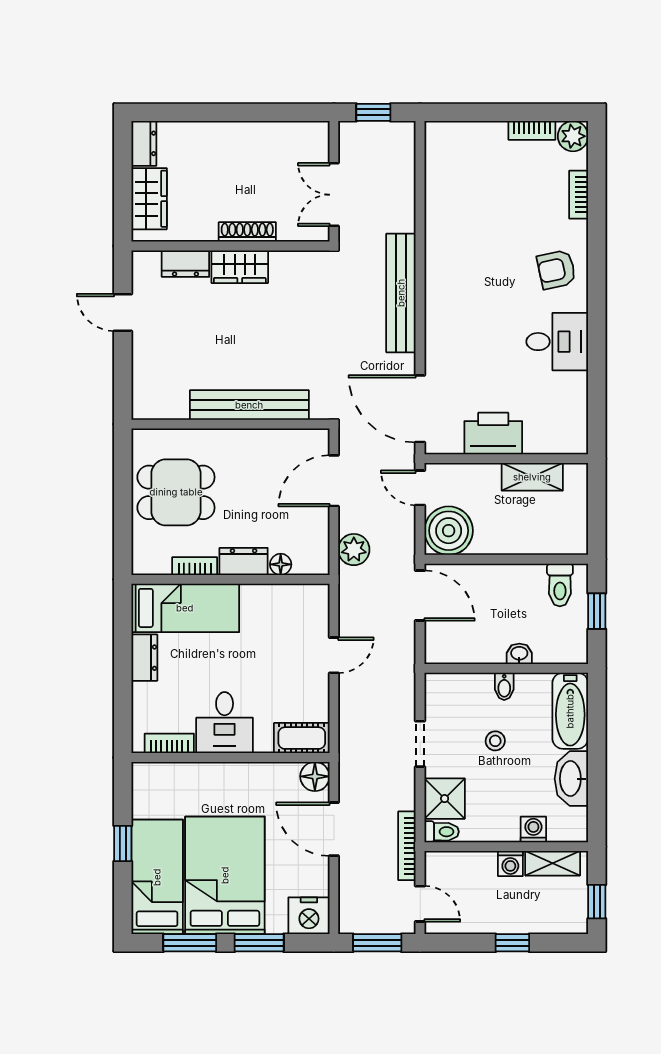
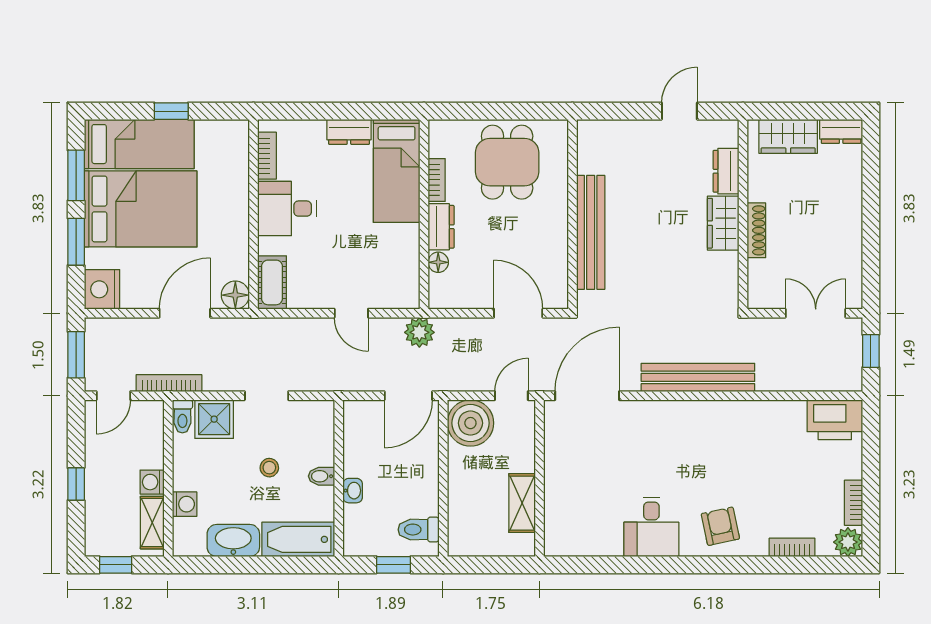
double door: (334, 195) -> (816, 313), moved
printer: (493, 434) -> (835, 420), moved, turned 90
plant: (354, 550) -> (419, 332), moved

